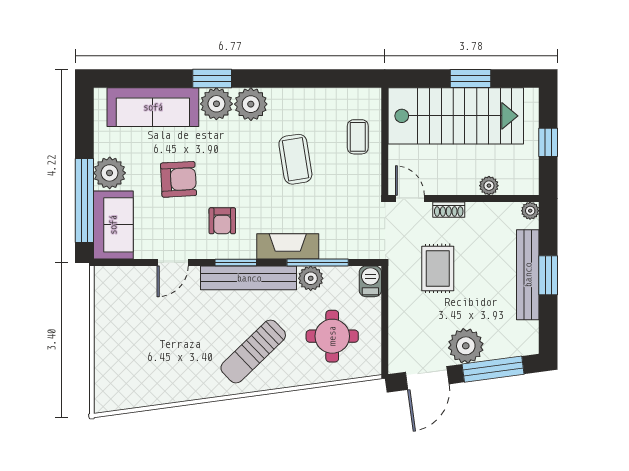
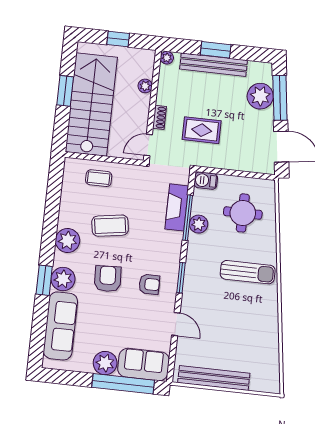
plant: (251, 104) -> (68, 240), moved
armchair: (178, 179) -> (108, 279), moved
fireplace: (288, 246) -> (177, 207), moved
bench: (249, 278) -> (214, 378), moved, turned 90
plant: (466, 346) -> (260, 96), moved
sun lounger: (253, 351) -> (248, 272), turned -46

